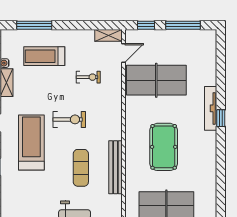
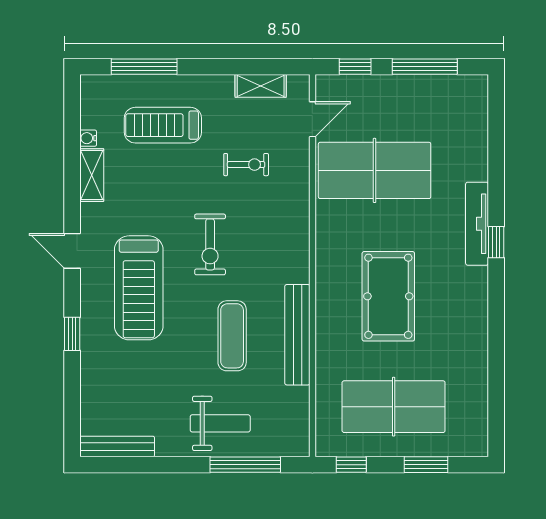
shelving: (109, 35) -> (261, 86), moved
exercise bike: (69, 119) -> (210, 244), turned 90
treadmill: (31, 142) -> (139, 288), turned 180

